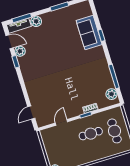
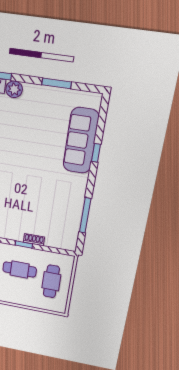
sofa: (89, 32) -> (81, 141), width x1.36
plant: (111, 94) -> (70, 236), removed

